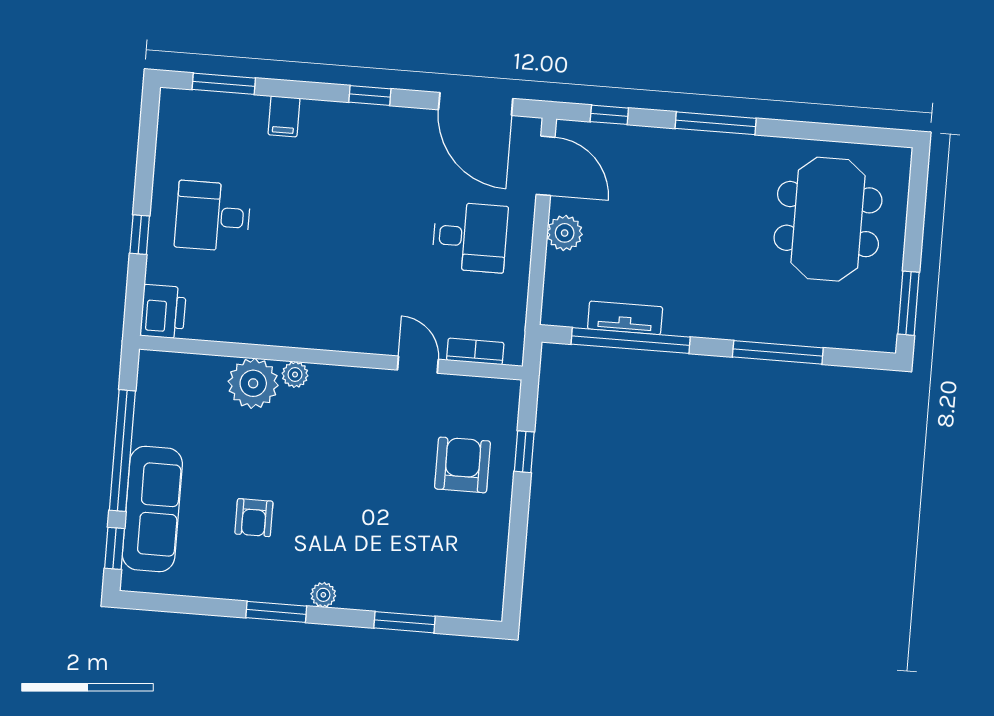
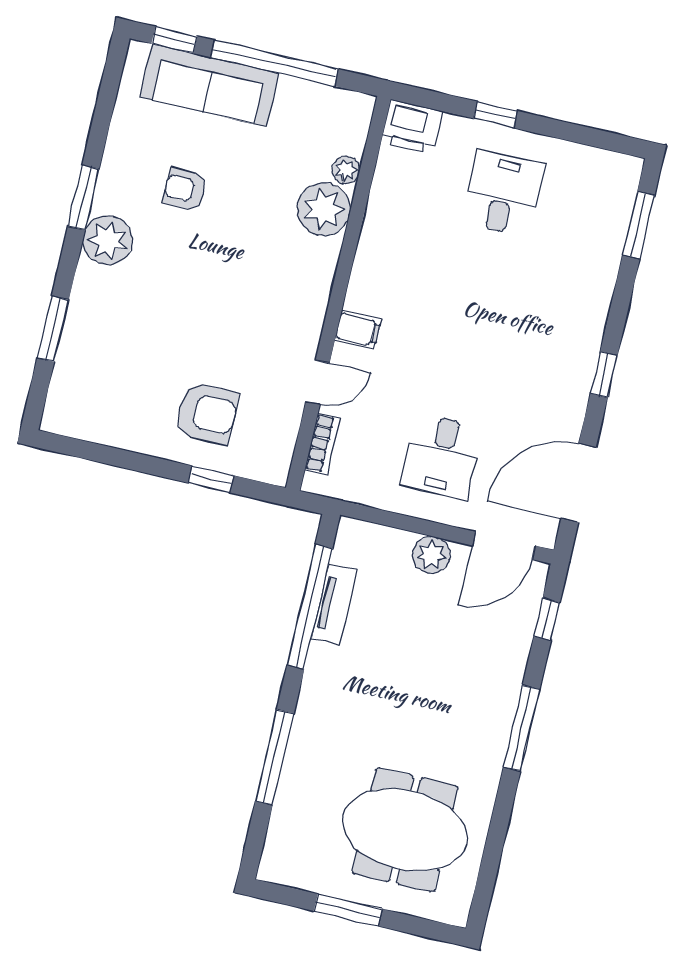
filing cabinet: (284, 116) -> (358, 330), moved, turned 180
window: (908, 303) -> (348, 910), moved
plant: (295, 375) -> (346, 170), moved
plant: (323, 595) -> (108, 240), width x1.87, depth x1.87

